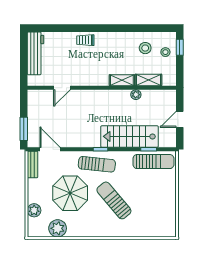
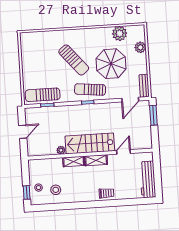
shelving: (149, 80) -> (96, 160), moved
stairs: (130, 136) -> (90, 143), moved, turned 180
door: (50, 149) -> (130, 100), hinge flipped

